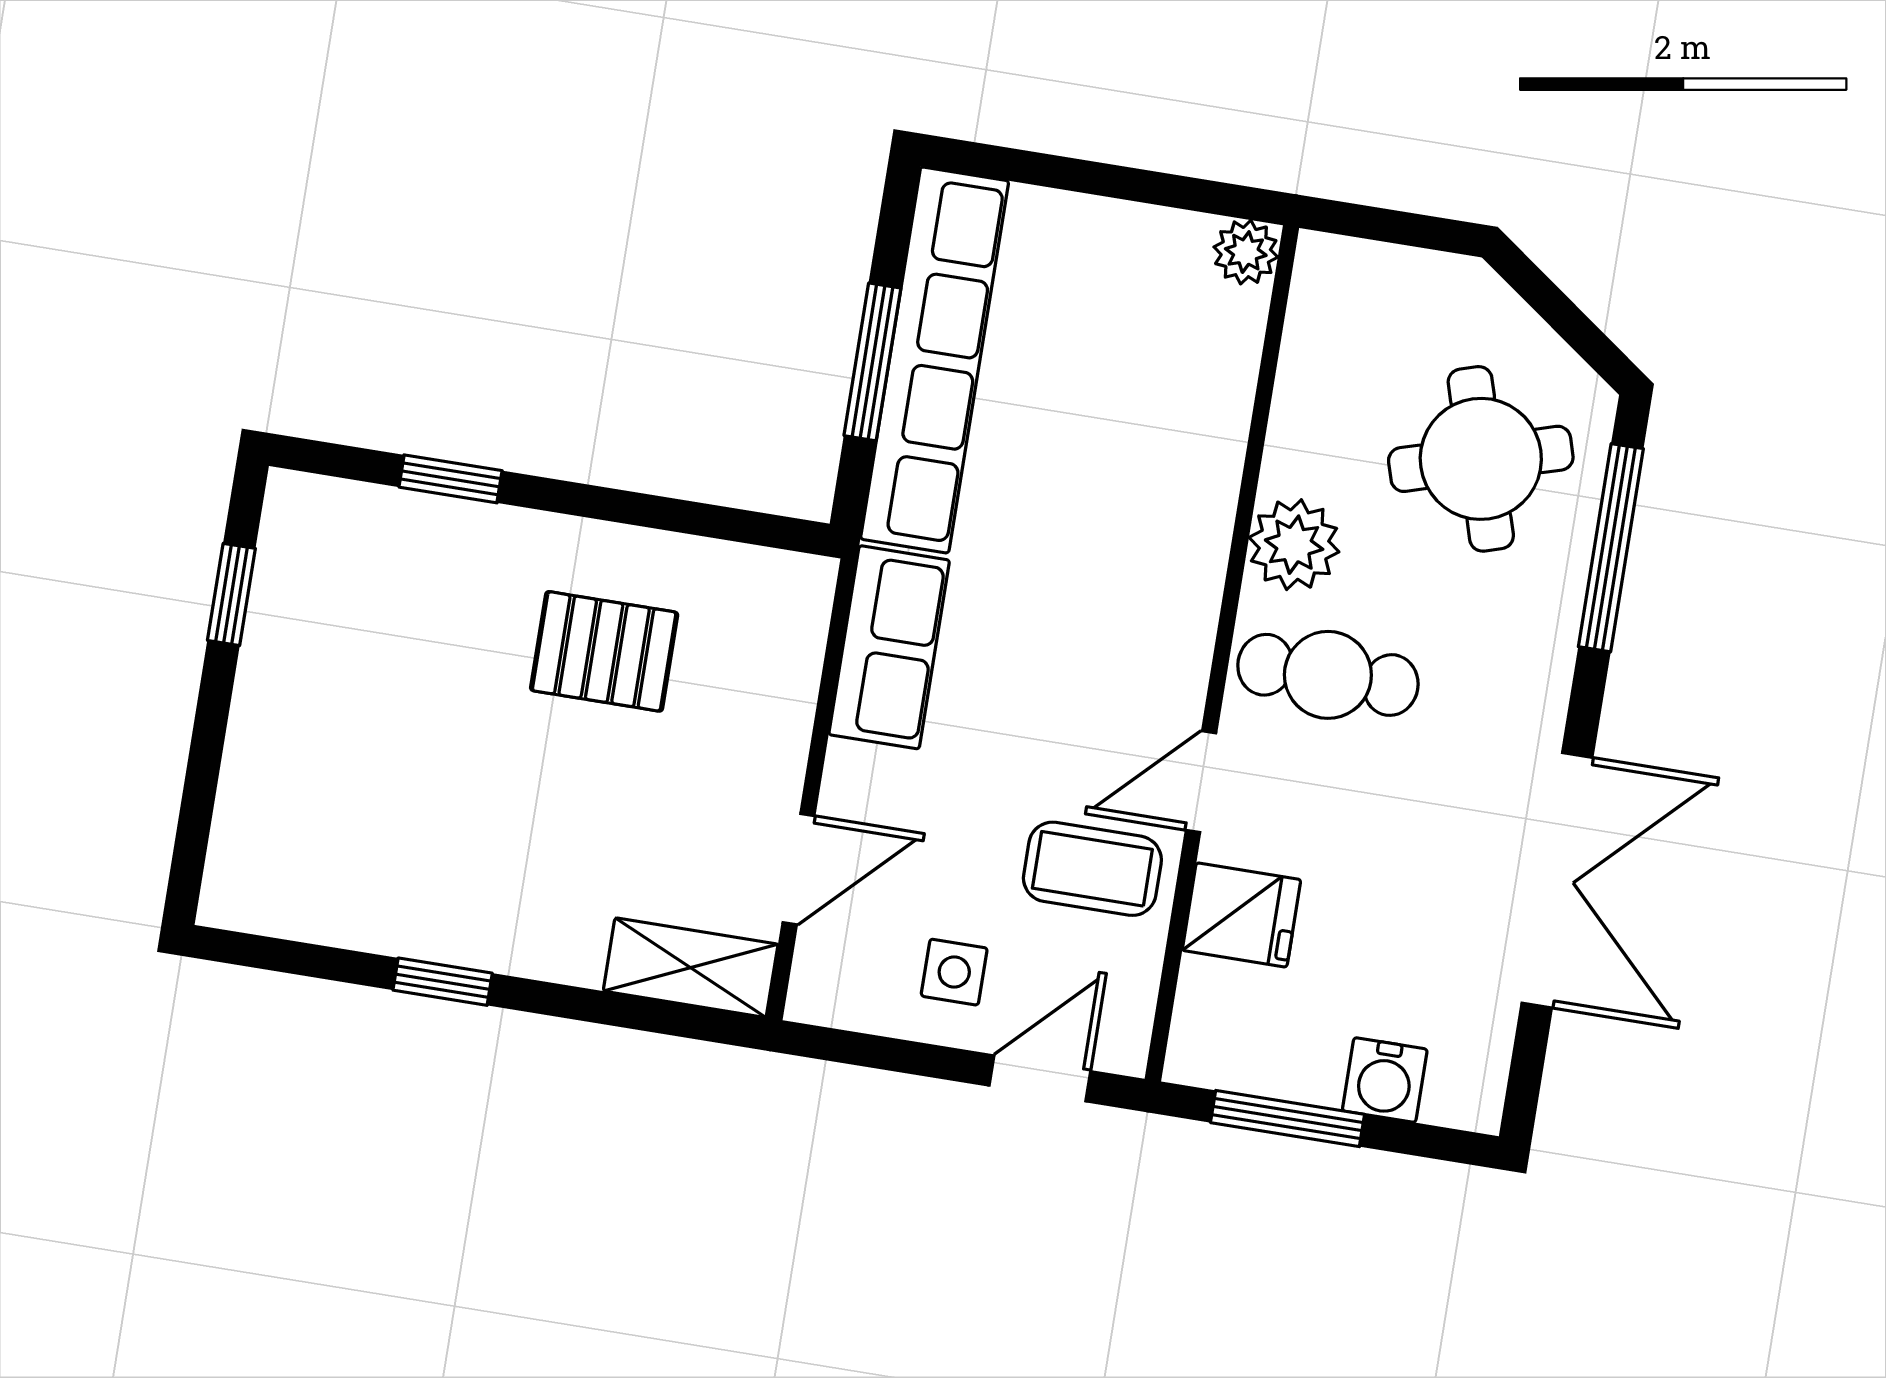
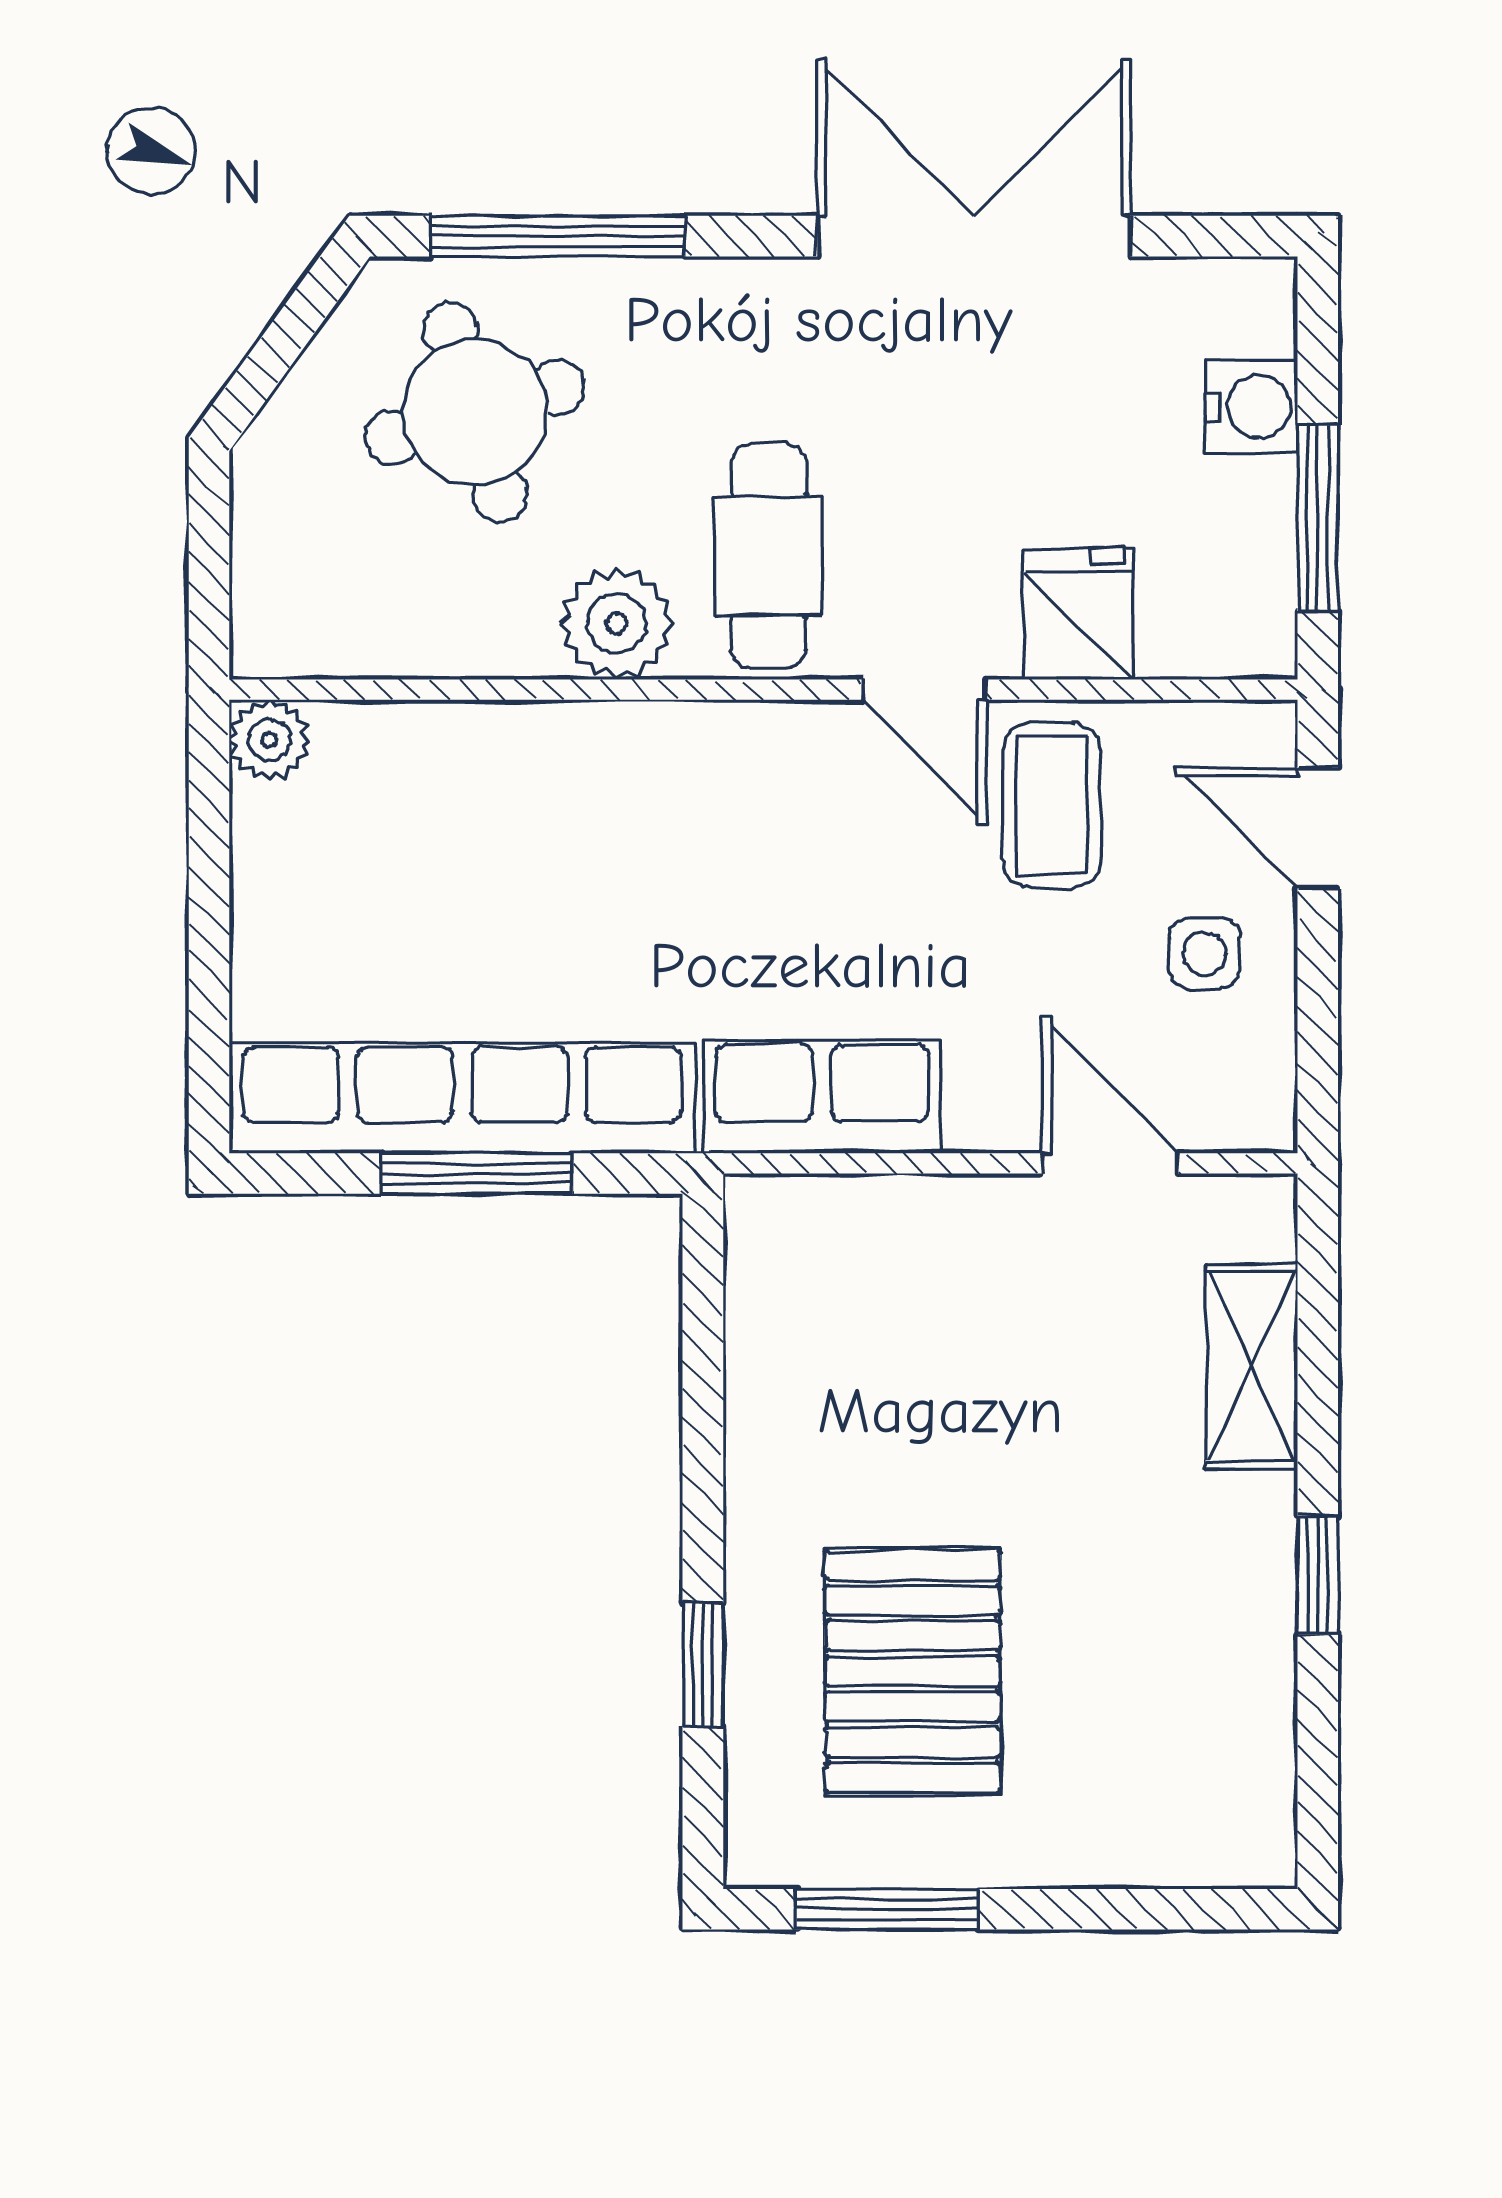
window: (231, 594) -> (887, 1909), width x1.50
pallet: (604, 651) -> (913, 1671), moved, width x1.50, depth x1.42
shelving: (691, 968) -> (1252, 1367), moved

